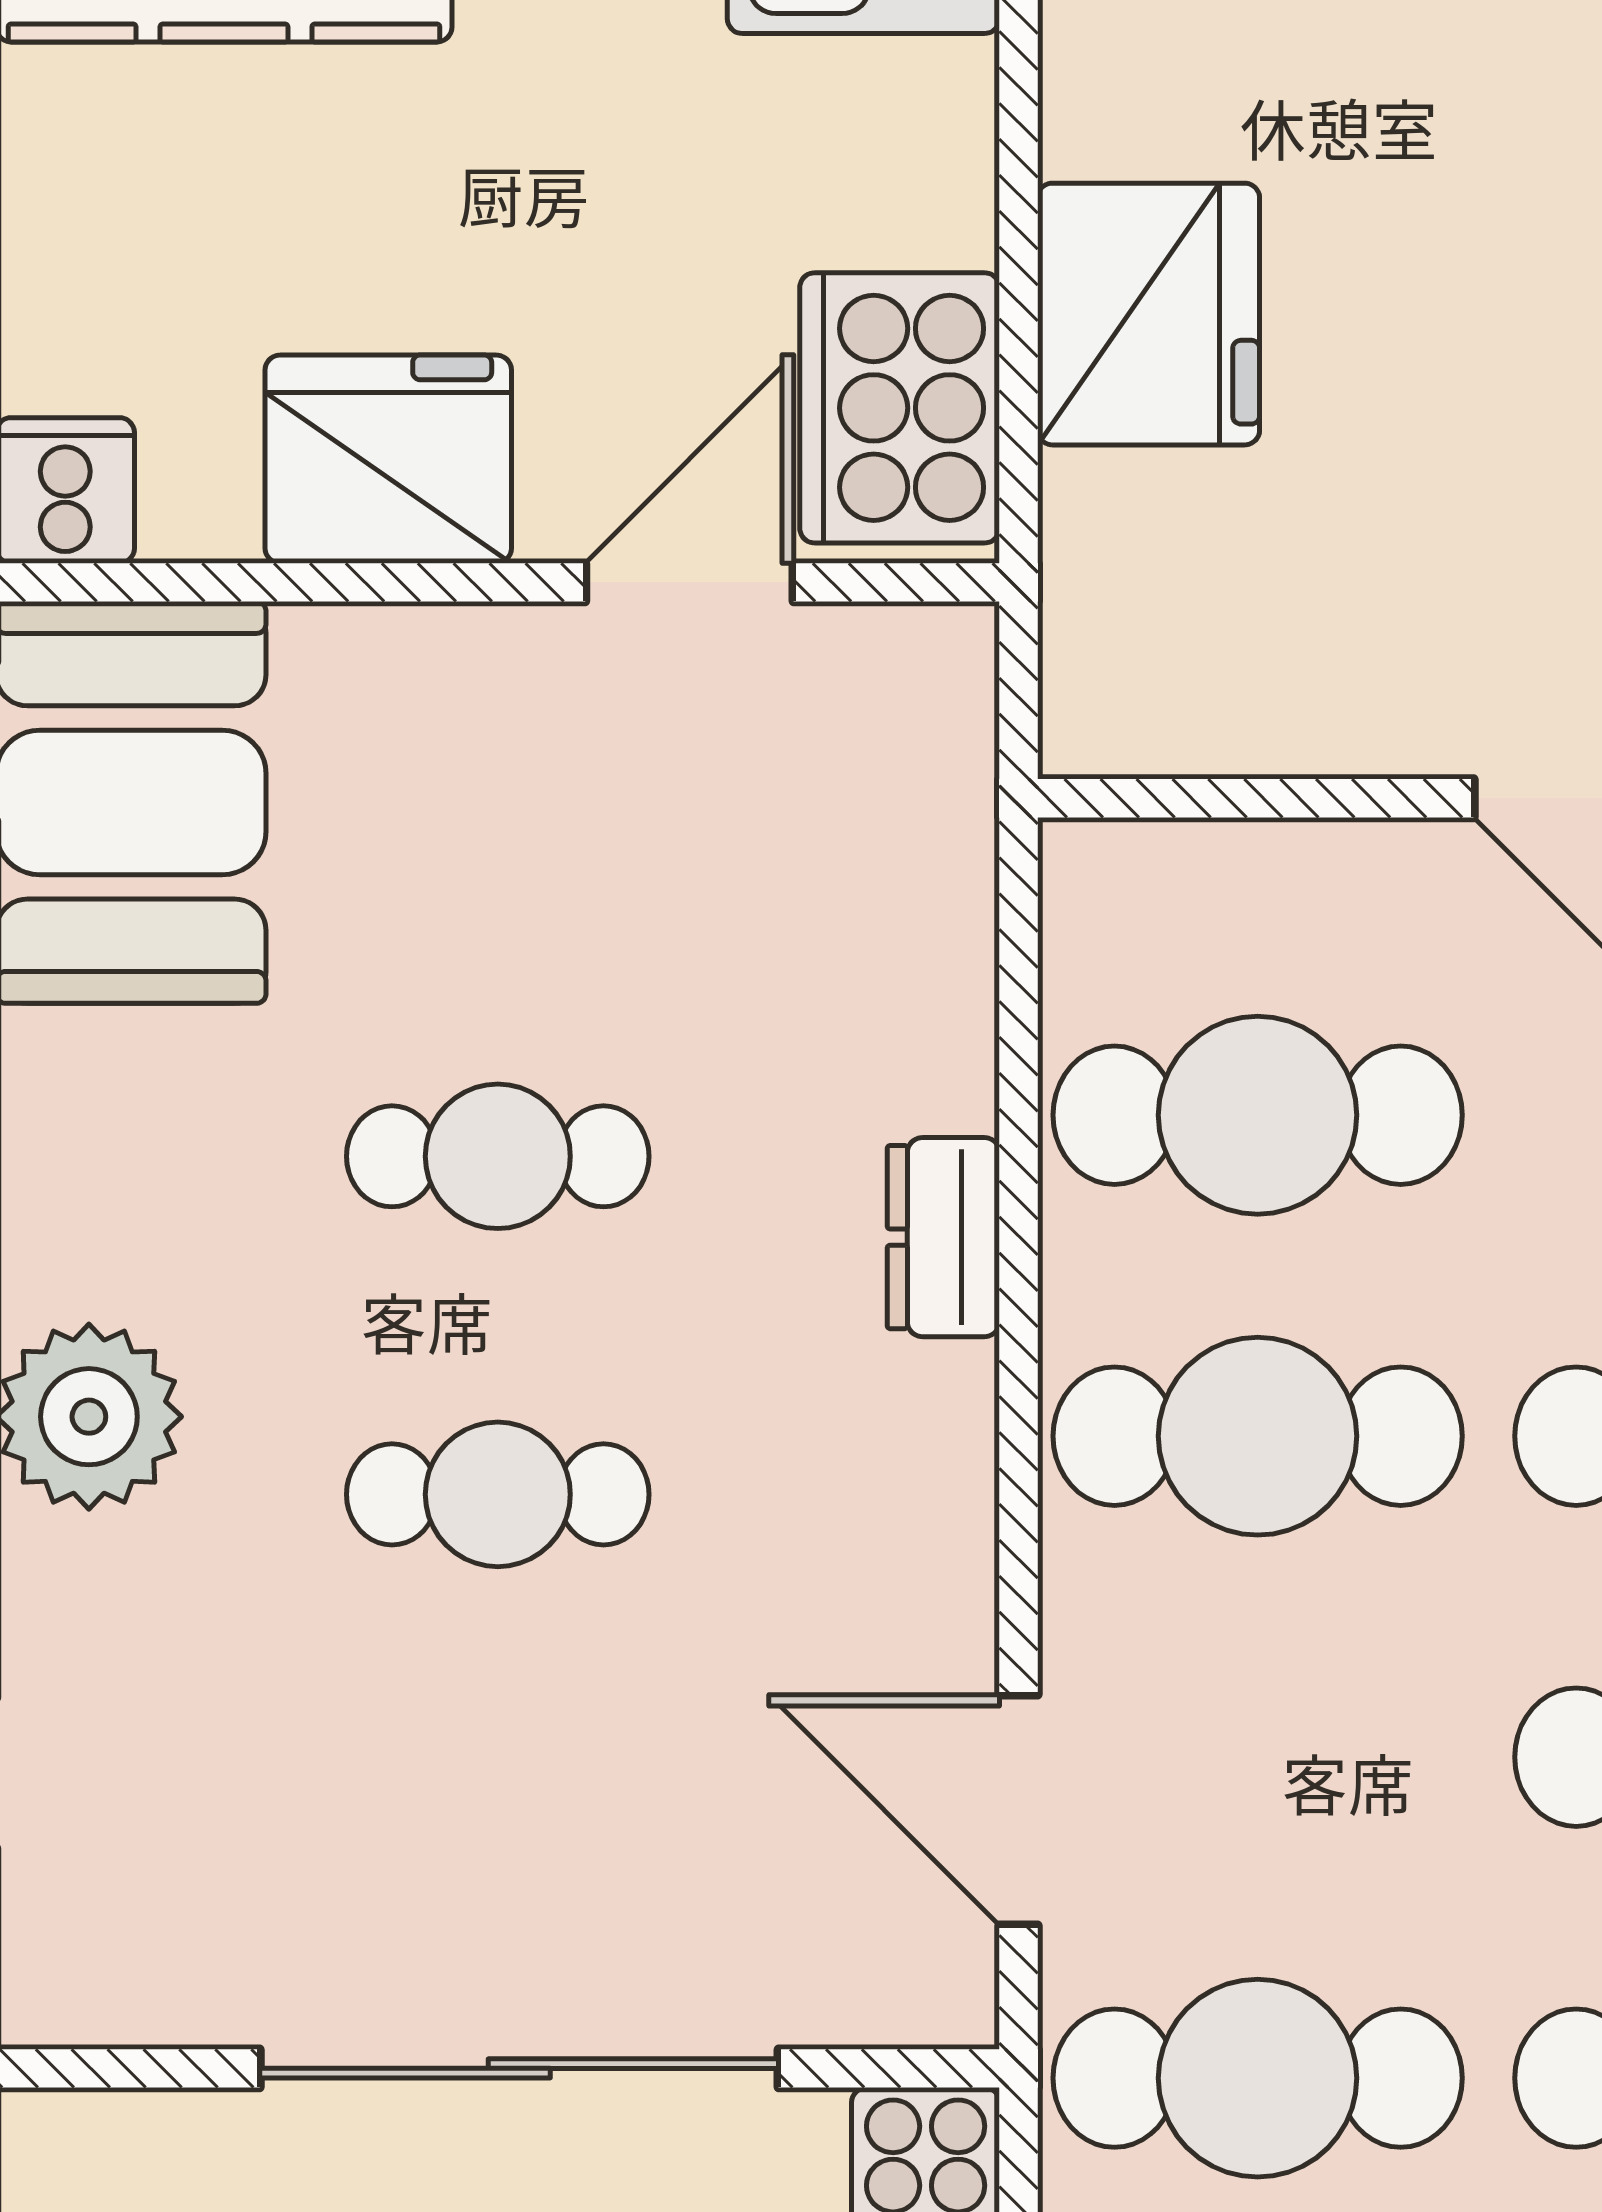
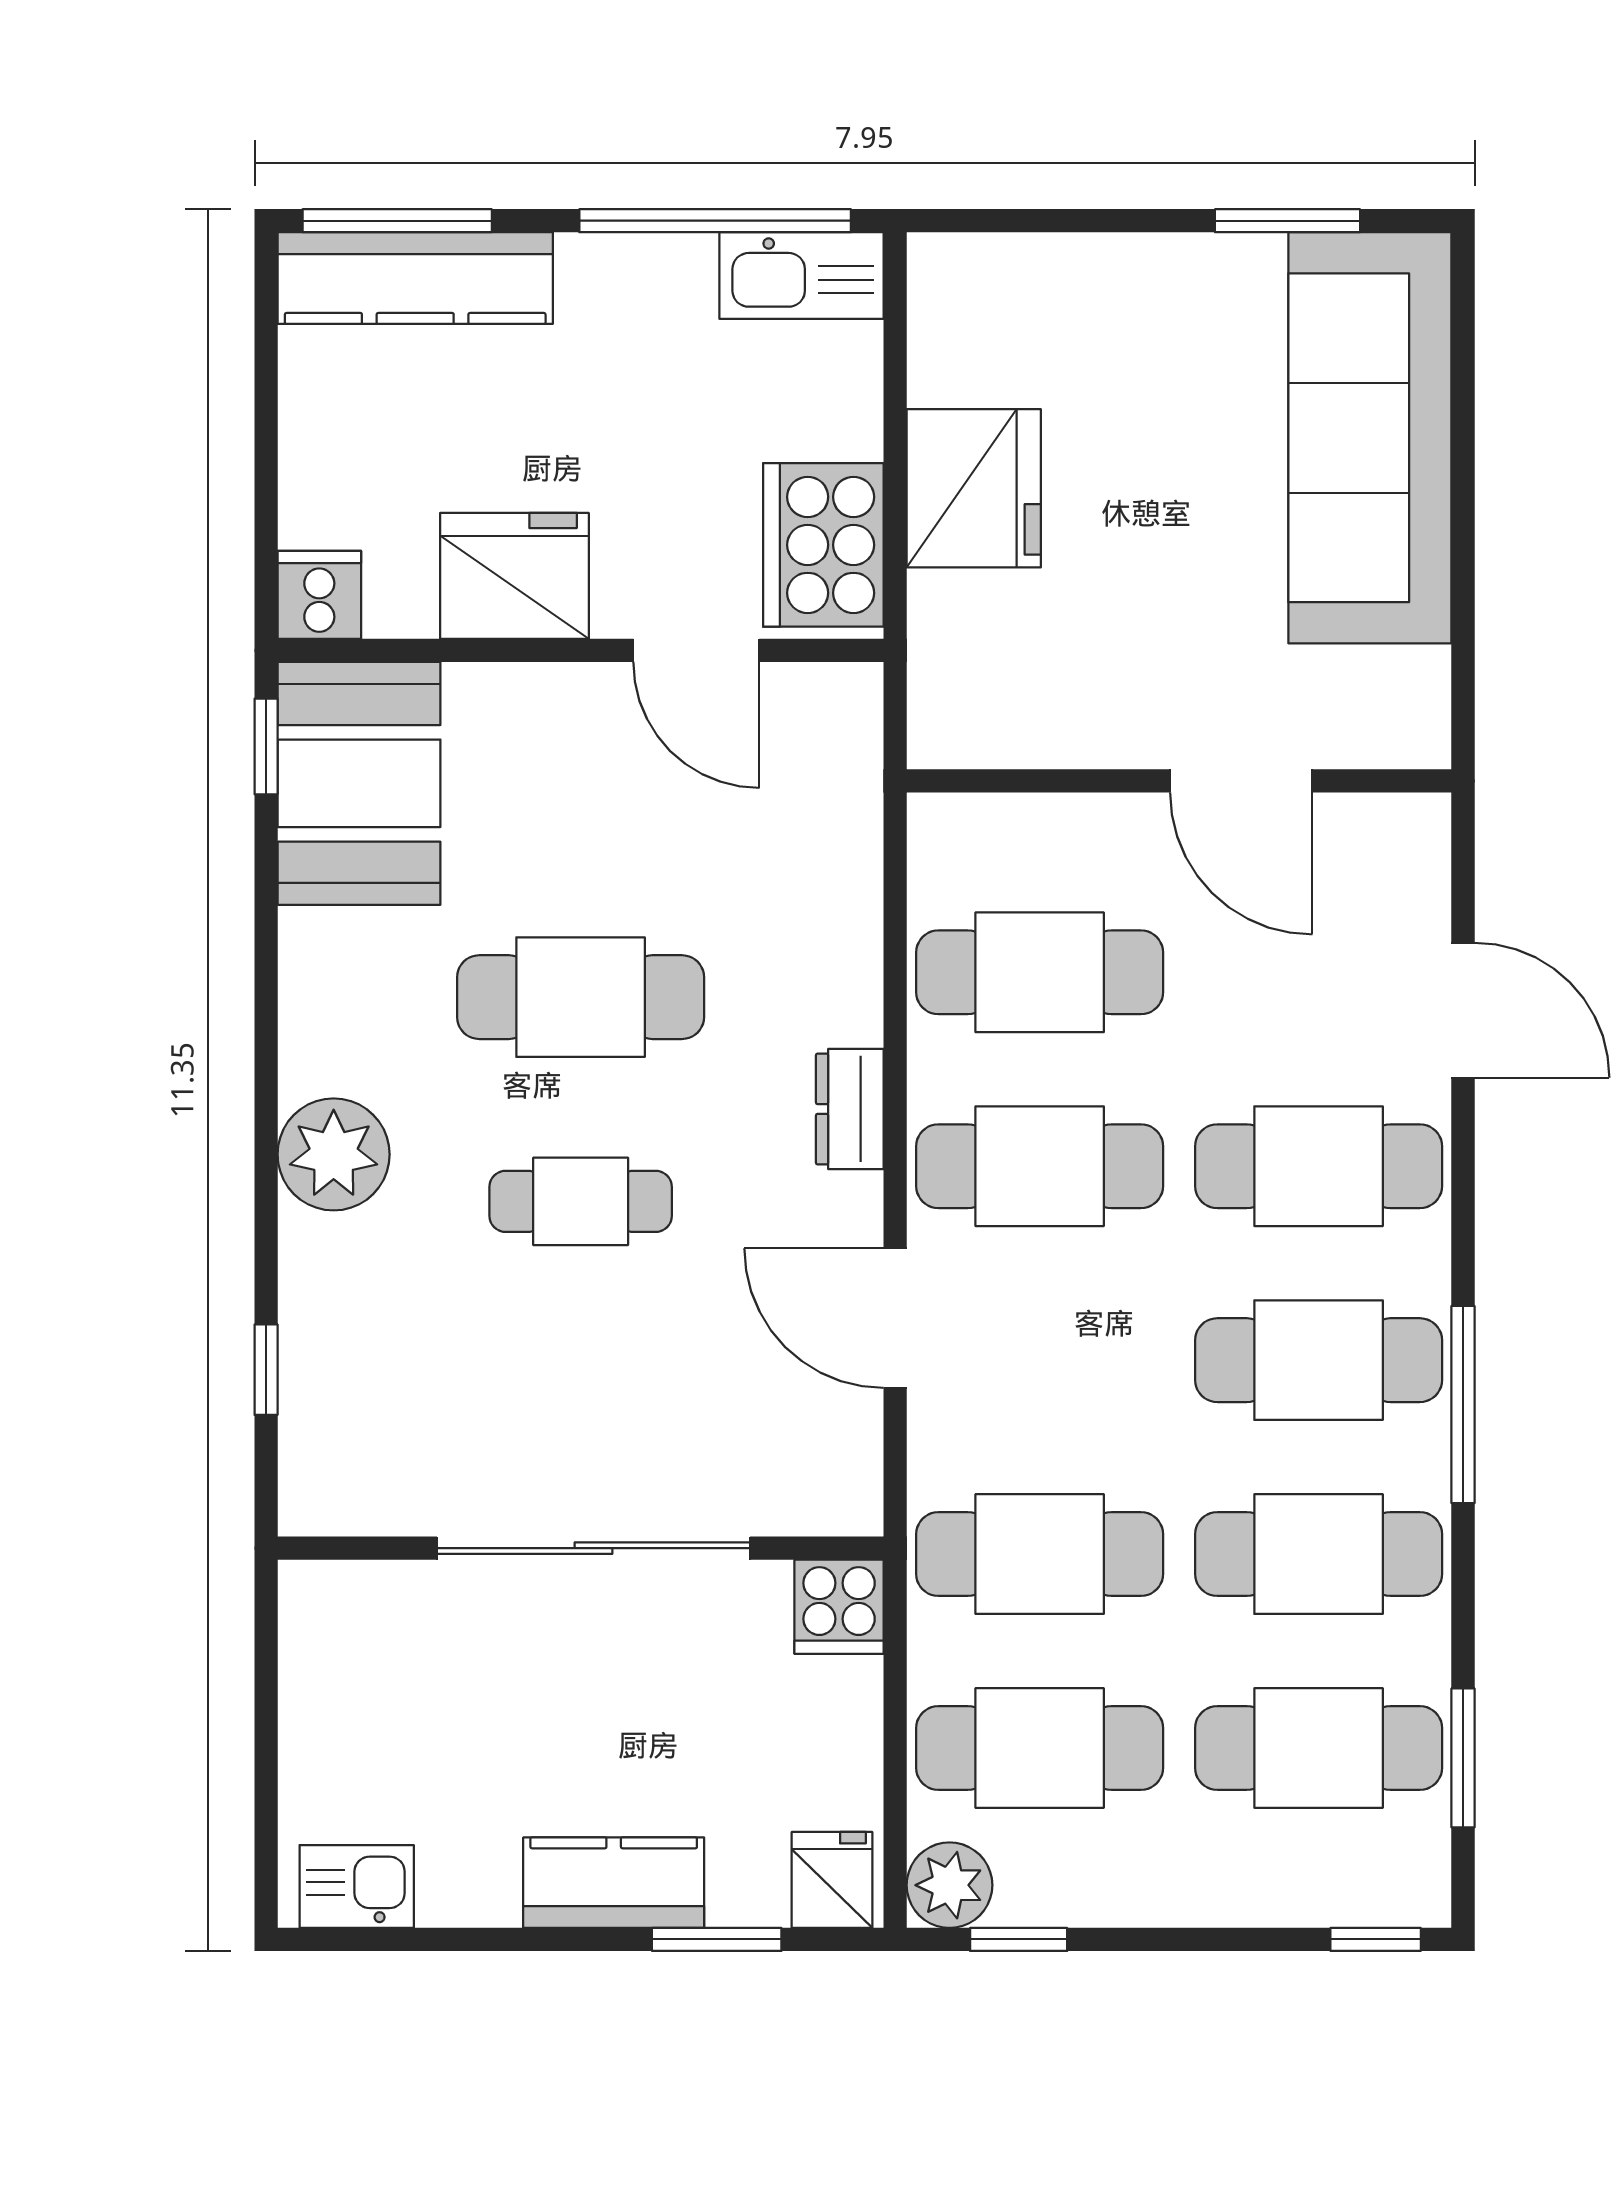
door: (689, 582) -> (696, 650), swing flipped
cafe table: (498, 1156) -> (581, 997), width x1.37, depth x1.35
dresser: (943, 1237) -> (850, 1109), moved
door: (1018, 1810) -> (895, 1318), moved

